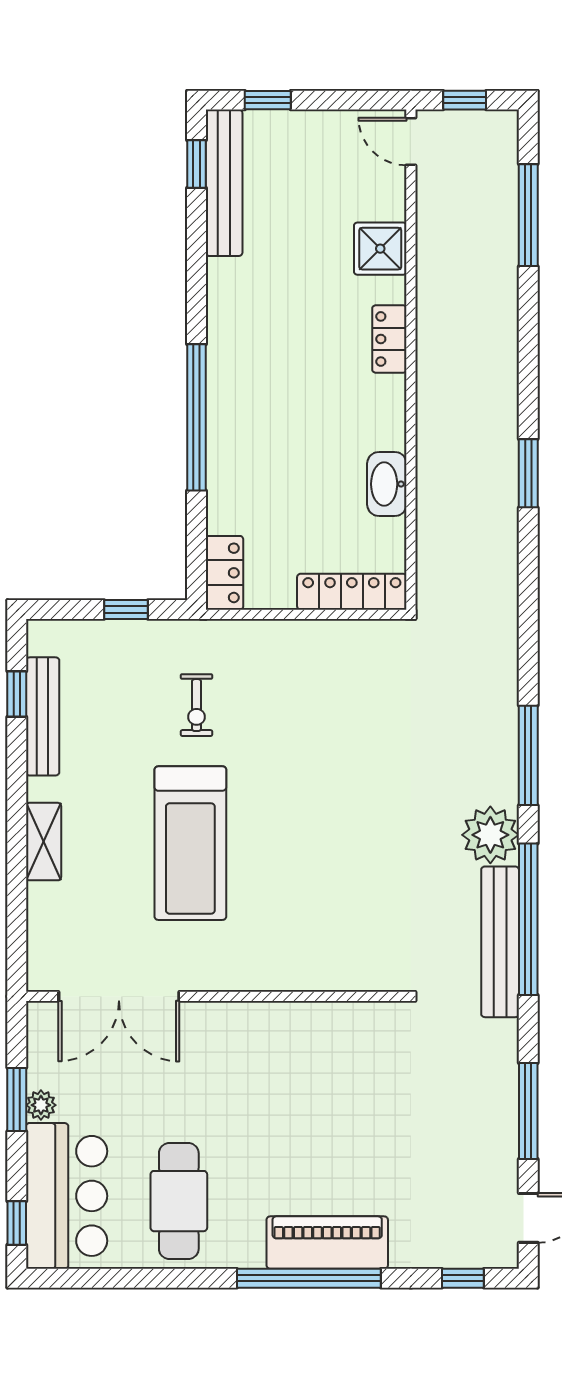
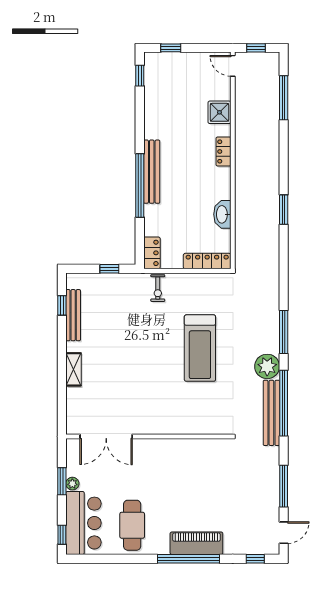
bench: (224, 183) -> (152, 172), moved
exercise bike: (196, 705) -> (158, 288), moved
treadmill: (190, 843) -> (200, 348), moved

